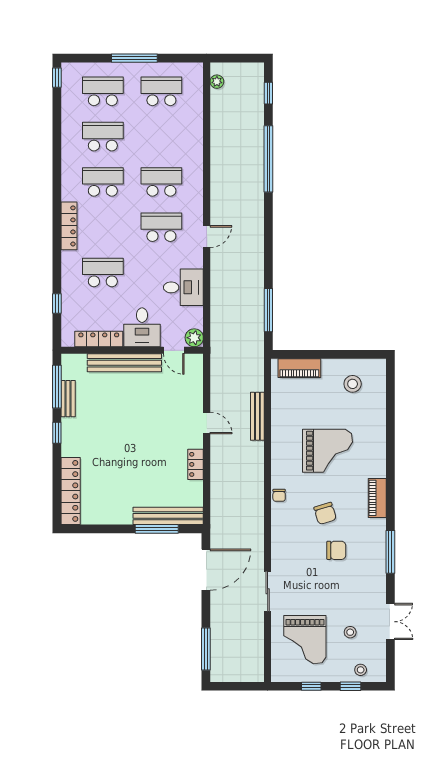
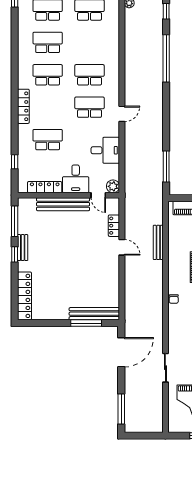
bench: (68, 399) -> (23, 248), moved
locker: (196, 464) -> (114, 226), moved

